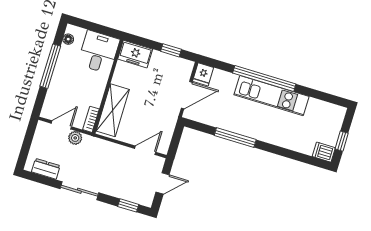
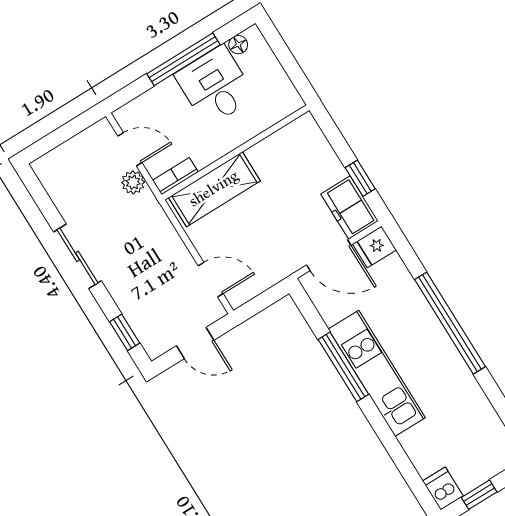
desk: (99, 52) -> (215, 86), moved, turned -90
freezer: (135, 54) -> (349, 207), moved
kitchen unit: (271, 96) -> (377, 373), moved, turned 180
dresser: (46, 169) -> (59, 189), removed

